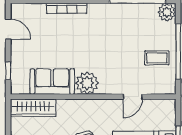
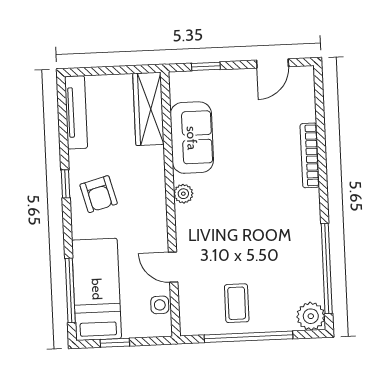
plant: (87, 83) -> (183, 194), width x0.53, depth x0.53
side table: (156, 106) -> (160, 305), added

